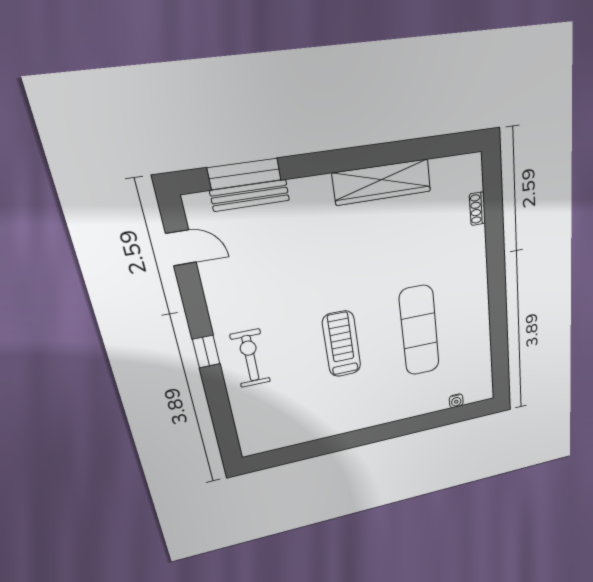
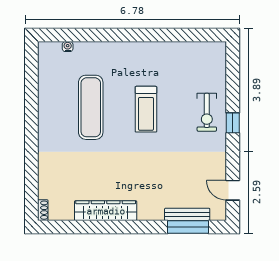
shoe rack: (477, 209) -> (43, 210), moved

